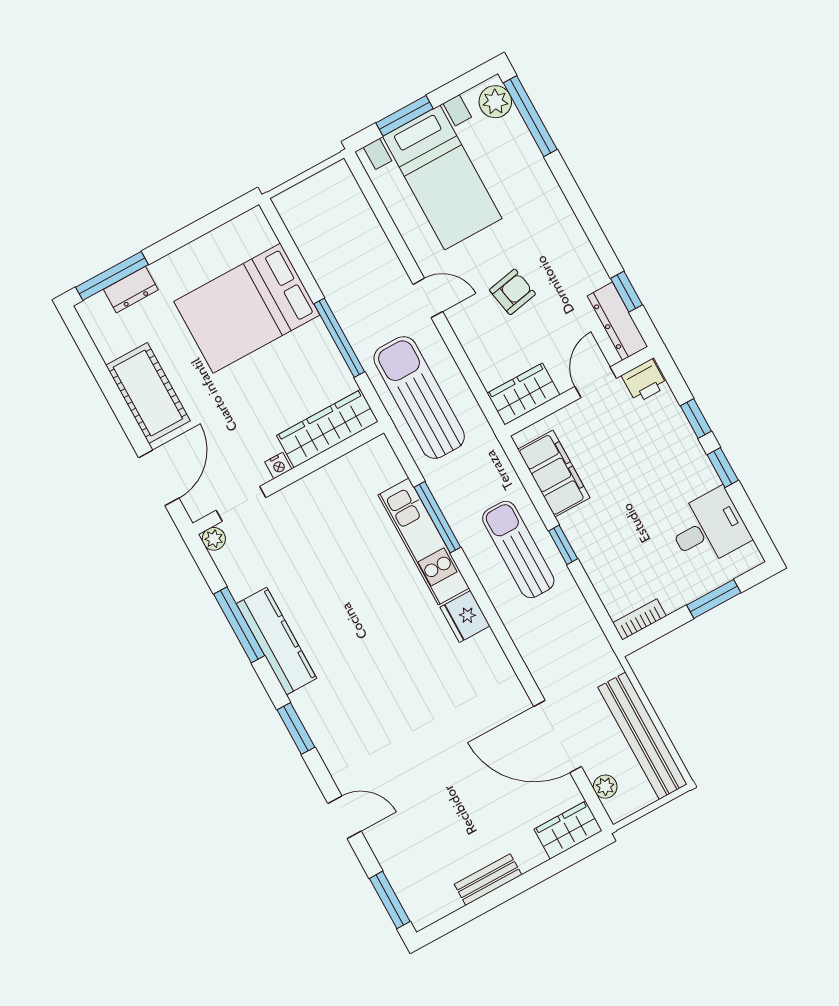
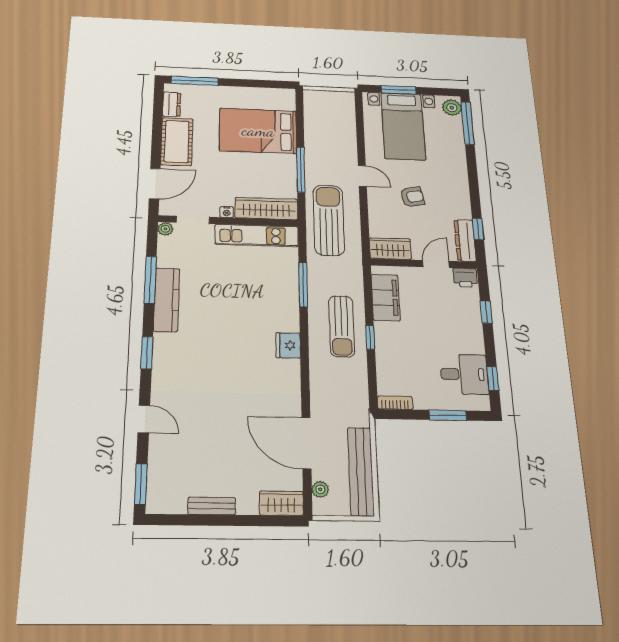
dresser: (131, 290) -> (172, 104), moved, turned -90
window: (723, 468) -> (493, 378), moved
kitchen unit: (424, 542) -> (257, 235), moved, turned -90
sun lounger: (518, 550) -> (342, 326), turned 180

